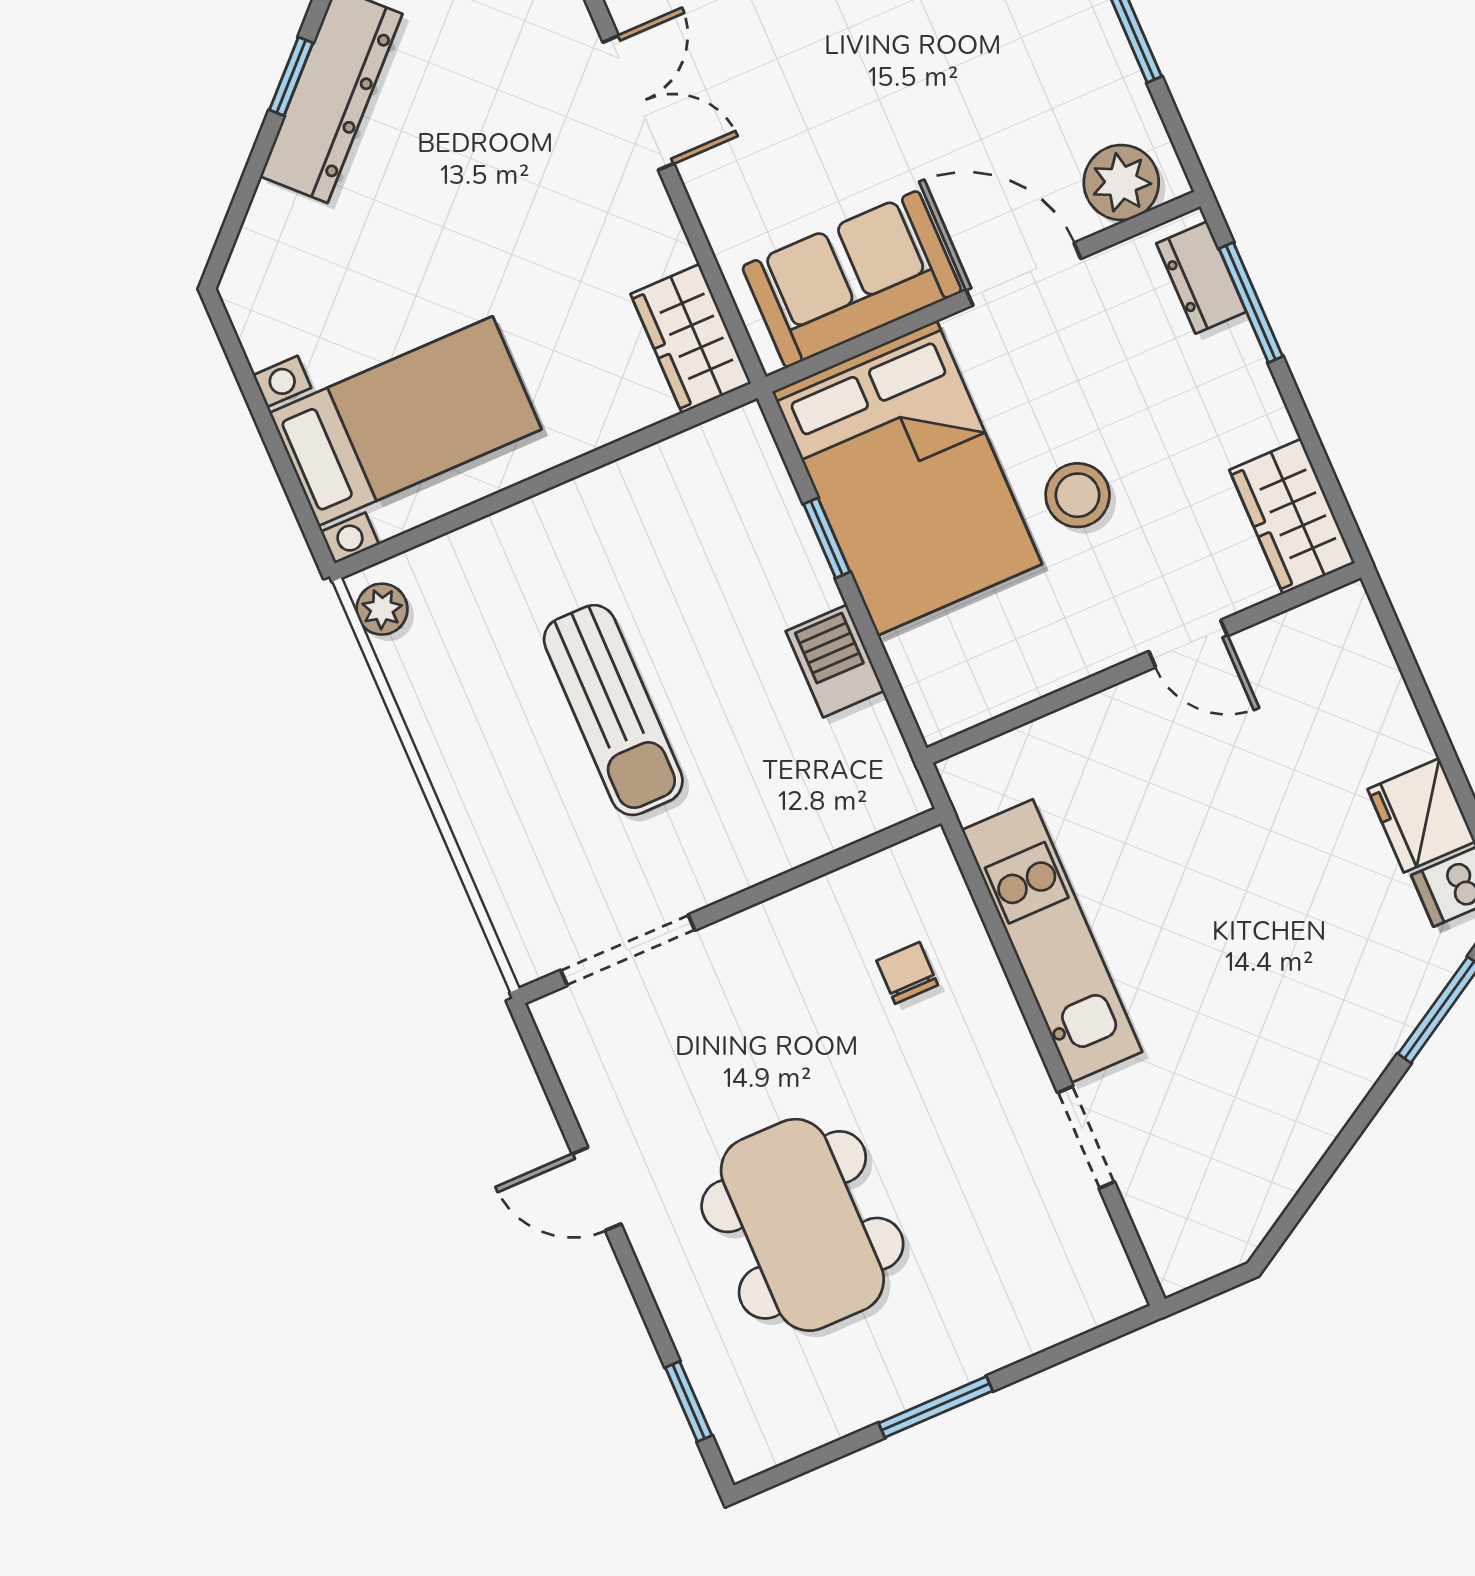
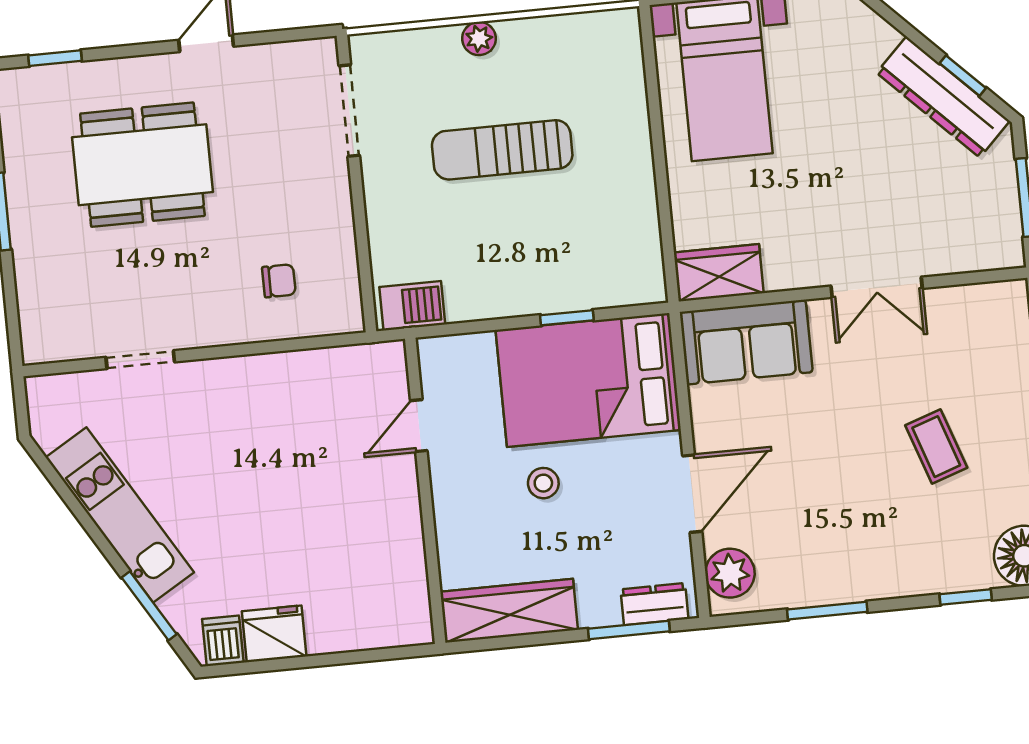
sofa: (852, 279) -> (746, 342), moved, turned 90
stool: (1078, 495) -> (543, 483), width x0.73, depth x0.73
wardrobe: (1292, 516) -> (509, 611), width x1.50
plant: (382, 609) -> (479, 39), moved
door: (1188, 644) -> (419, 426), moved
barbecue: (835, 661) -> (412, 306), moved
kitchen unit: (1052, 941) -> (120, 515), moved, turned -121

